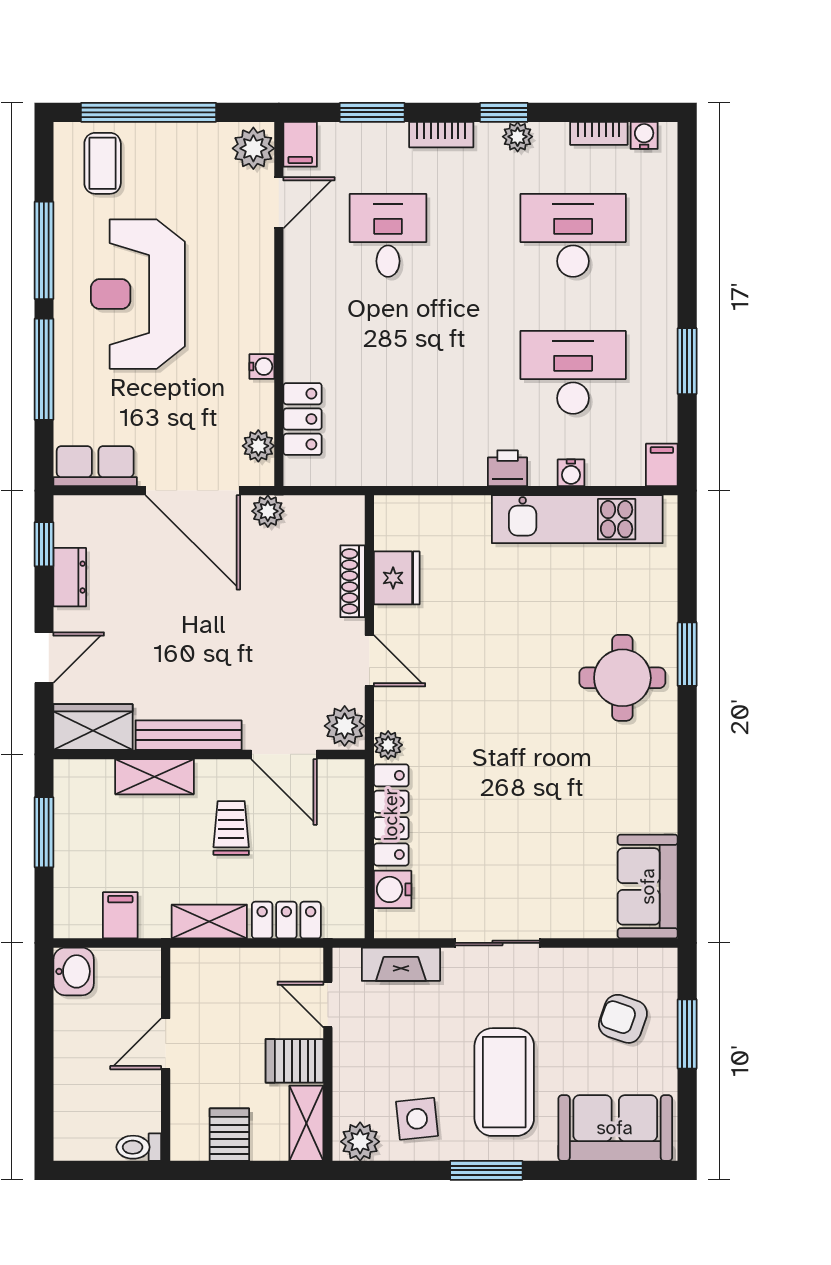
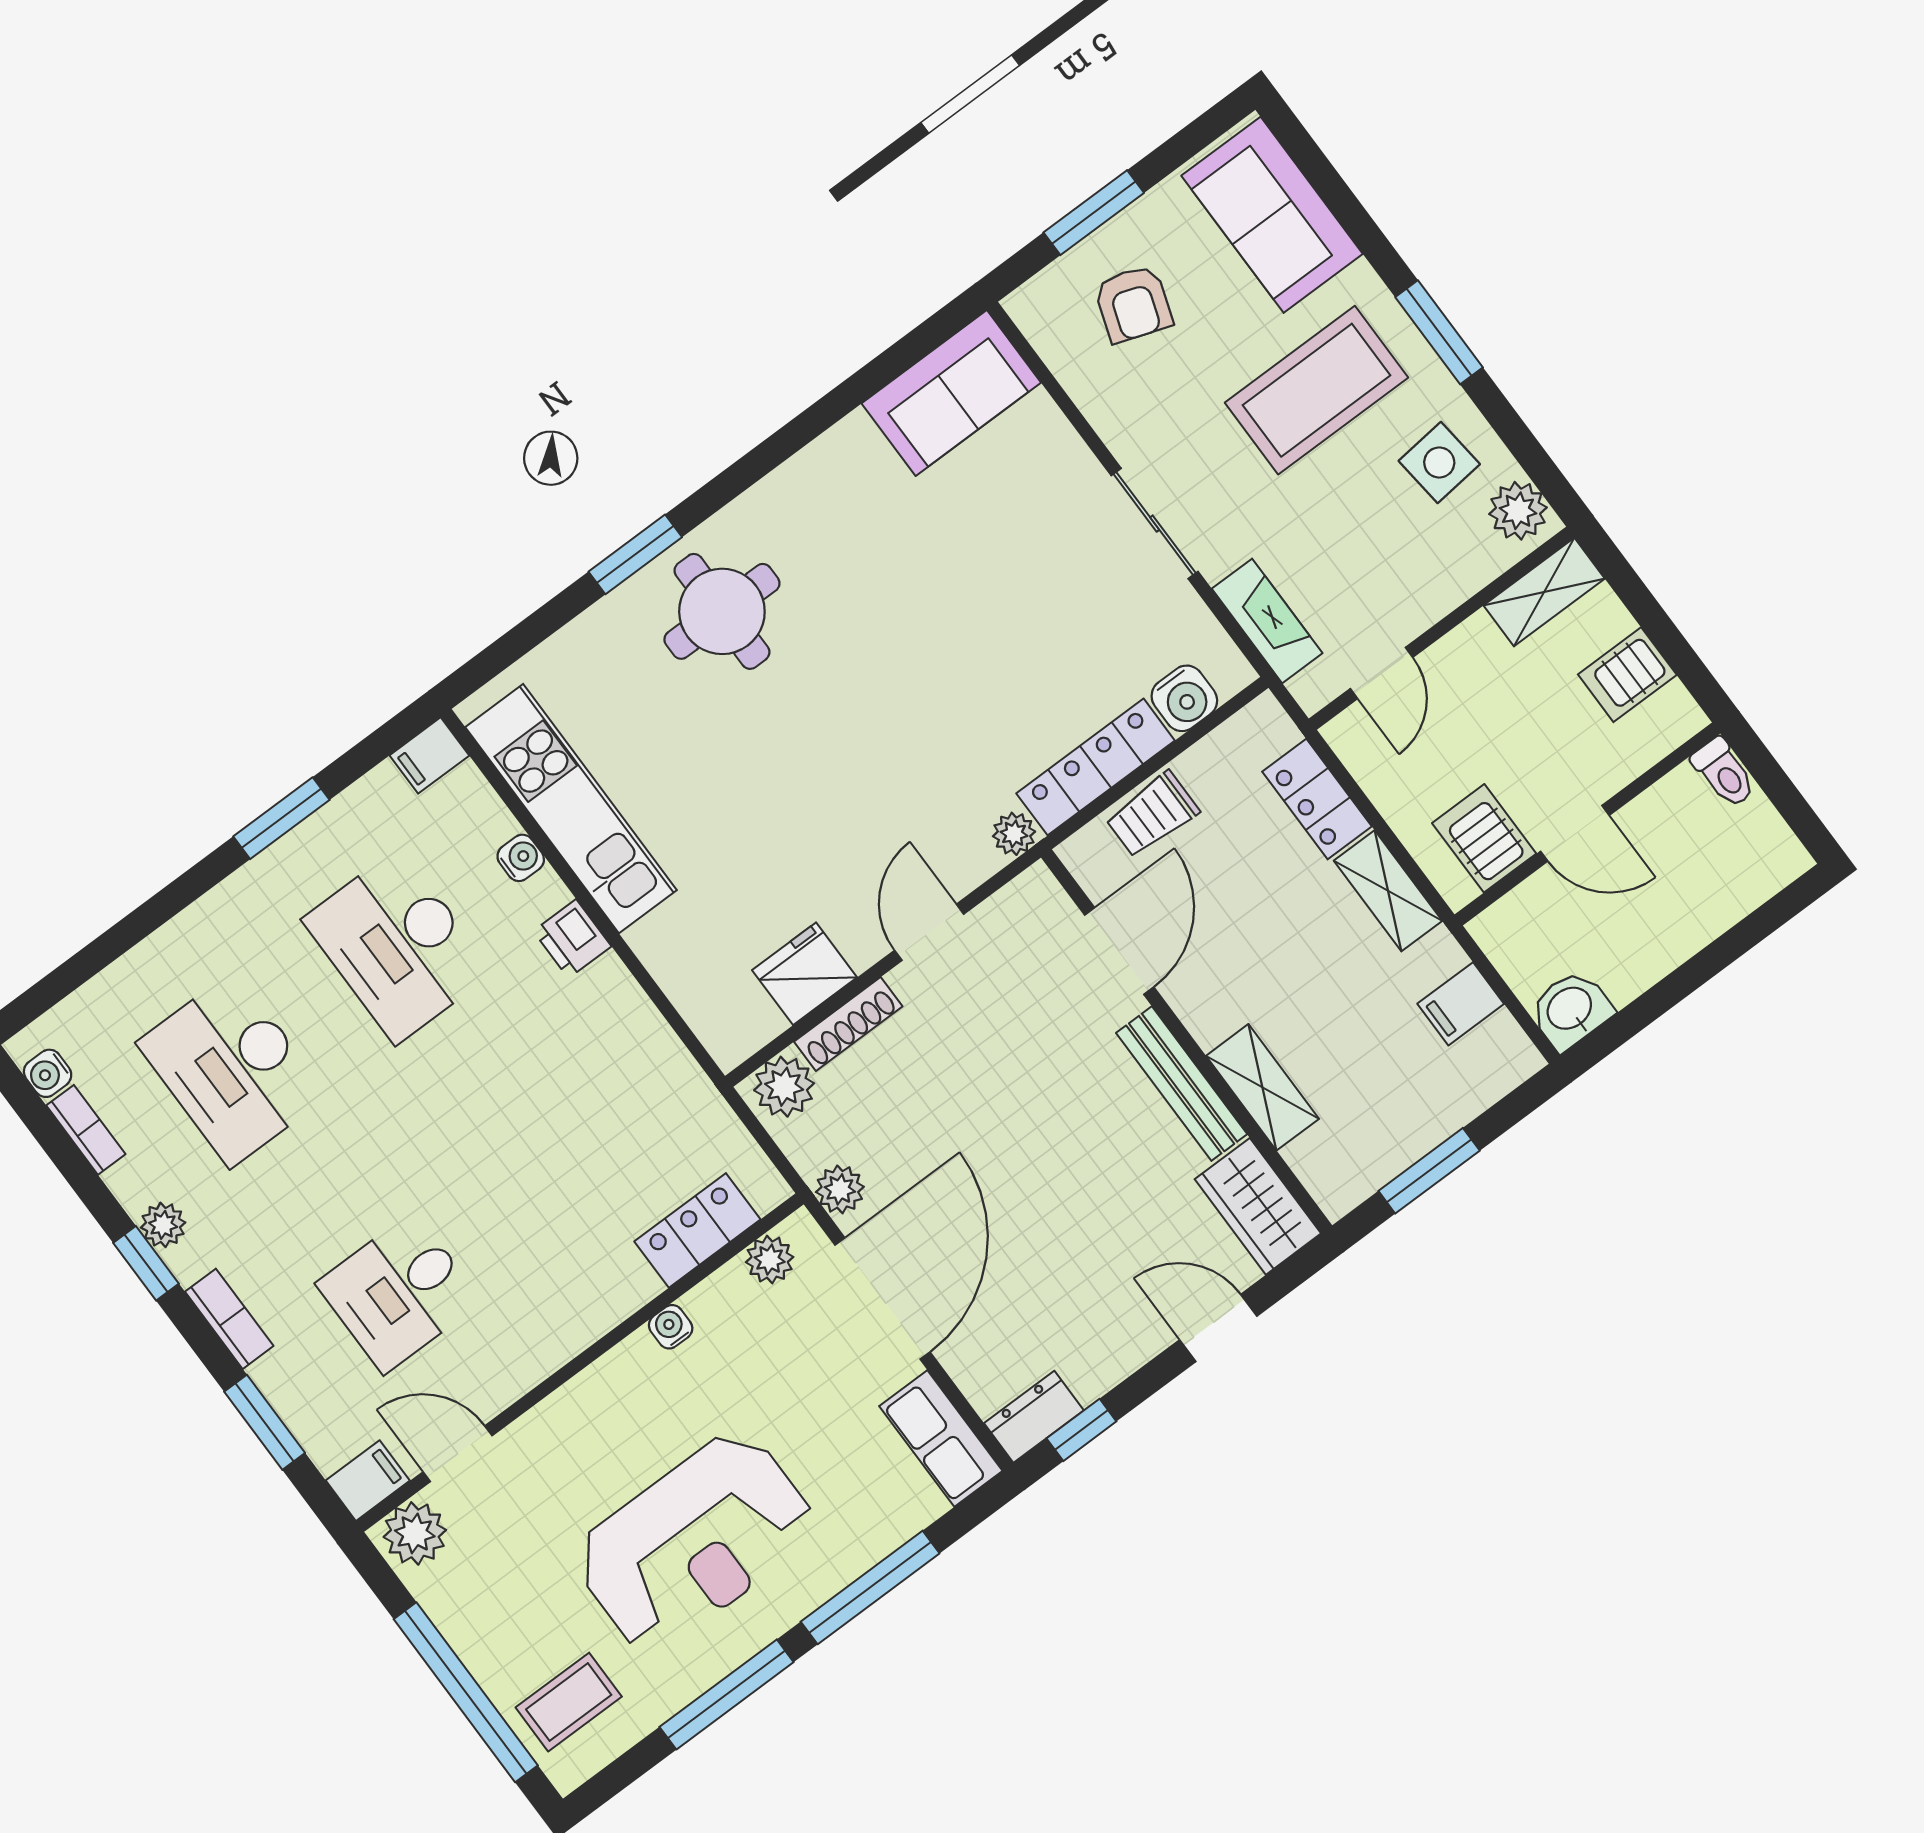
dresser: (70, 577) -> (1034, 1417), moved
plant: (345, 726) -> (784, 1087), moved
trolley: (231, 828) -> (1152, 815), moved
server rack: (294, 1061) -> (1484, 838), moved, turned 180

